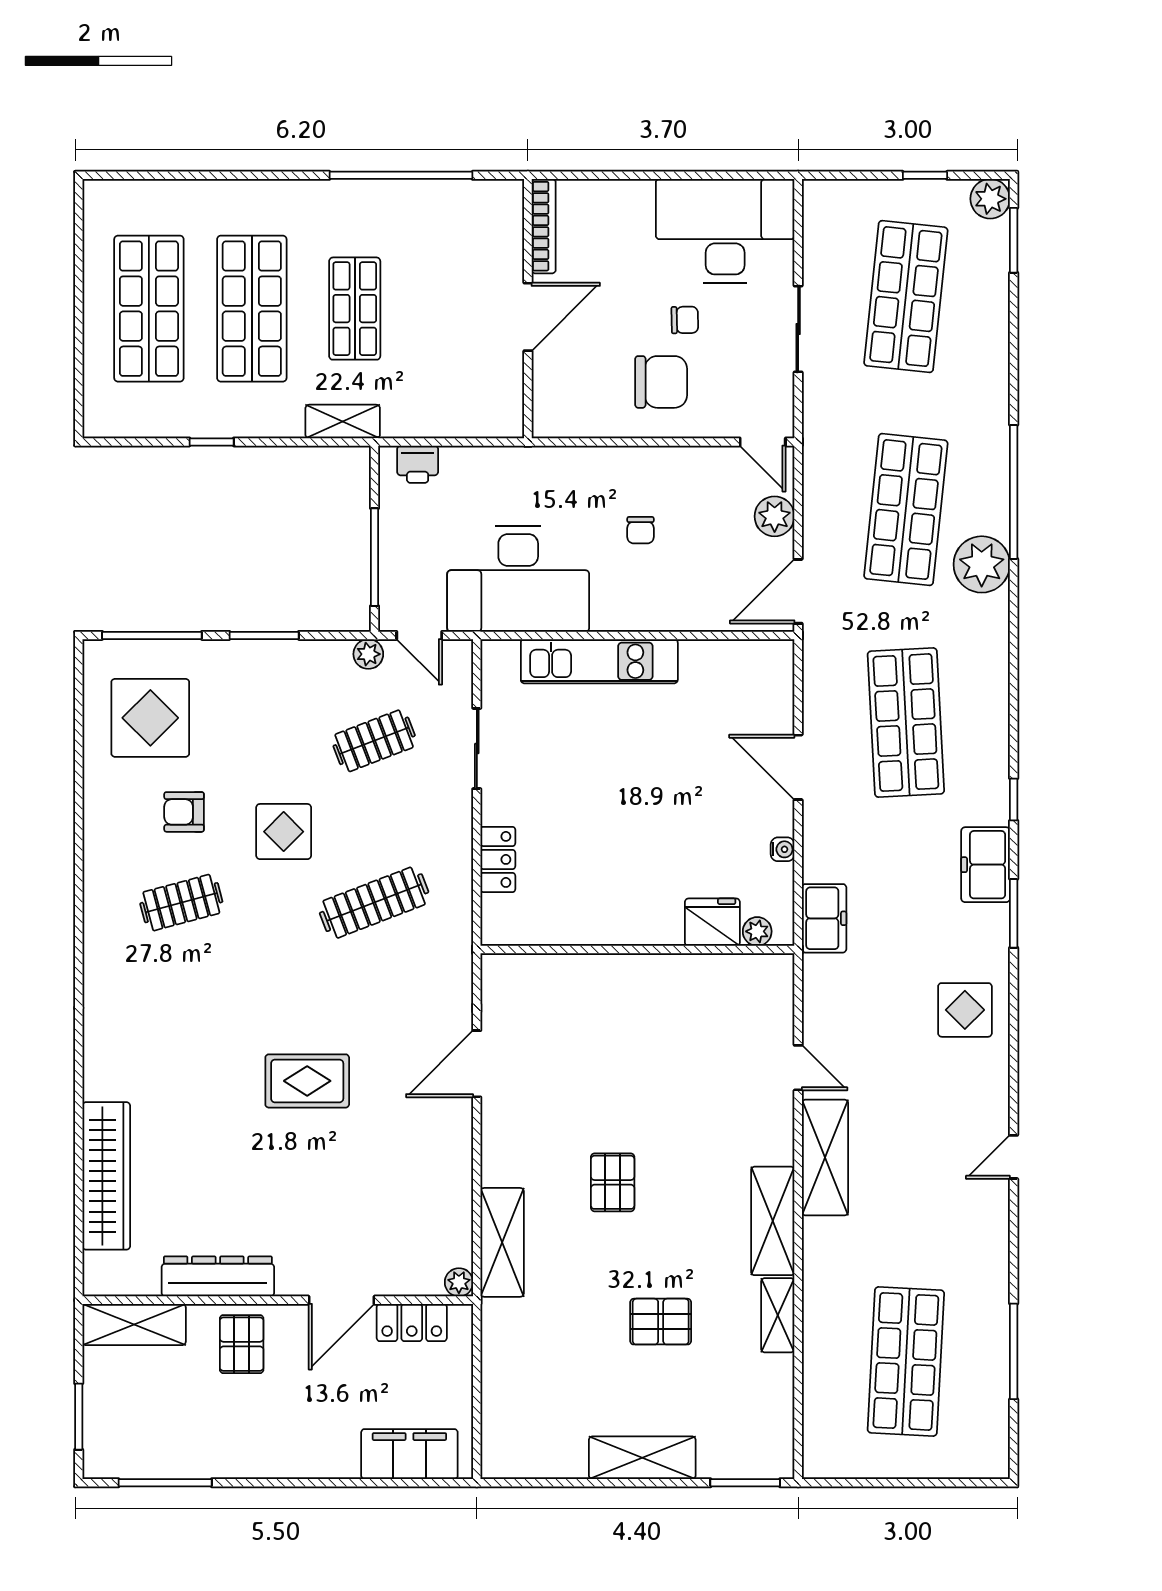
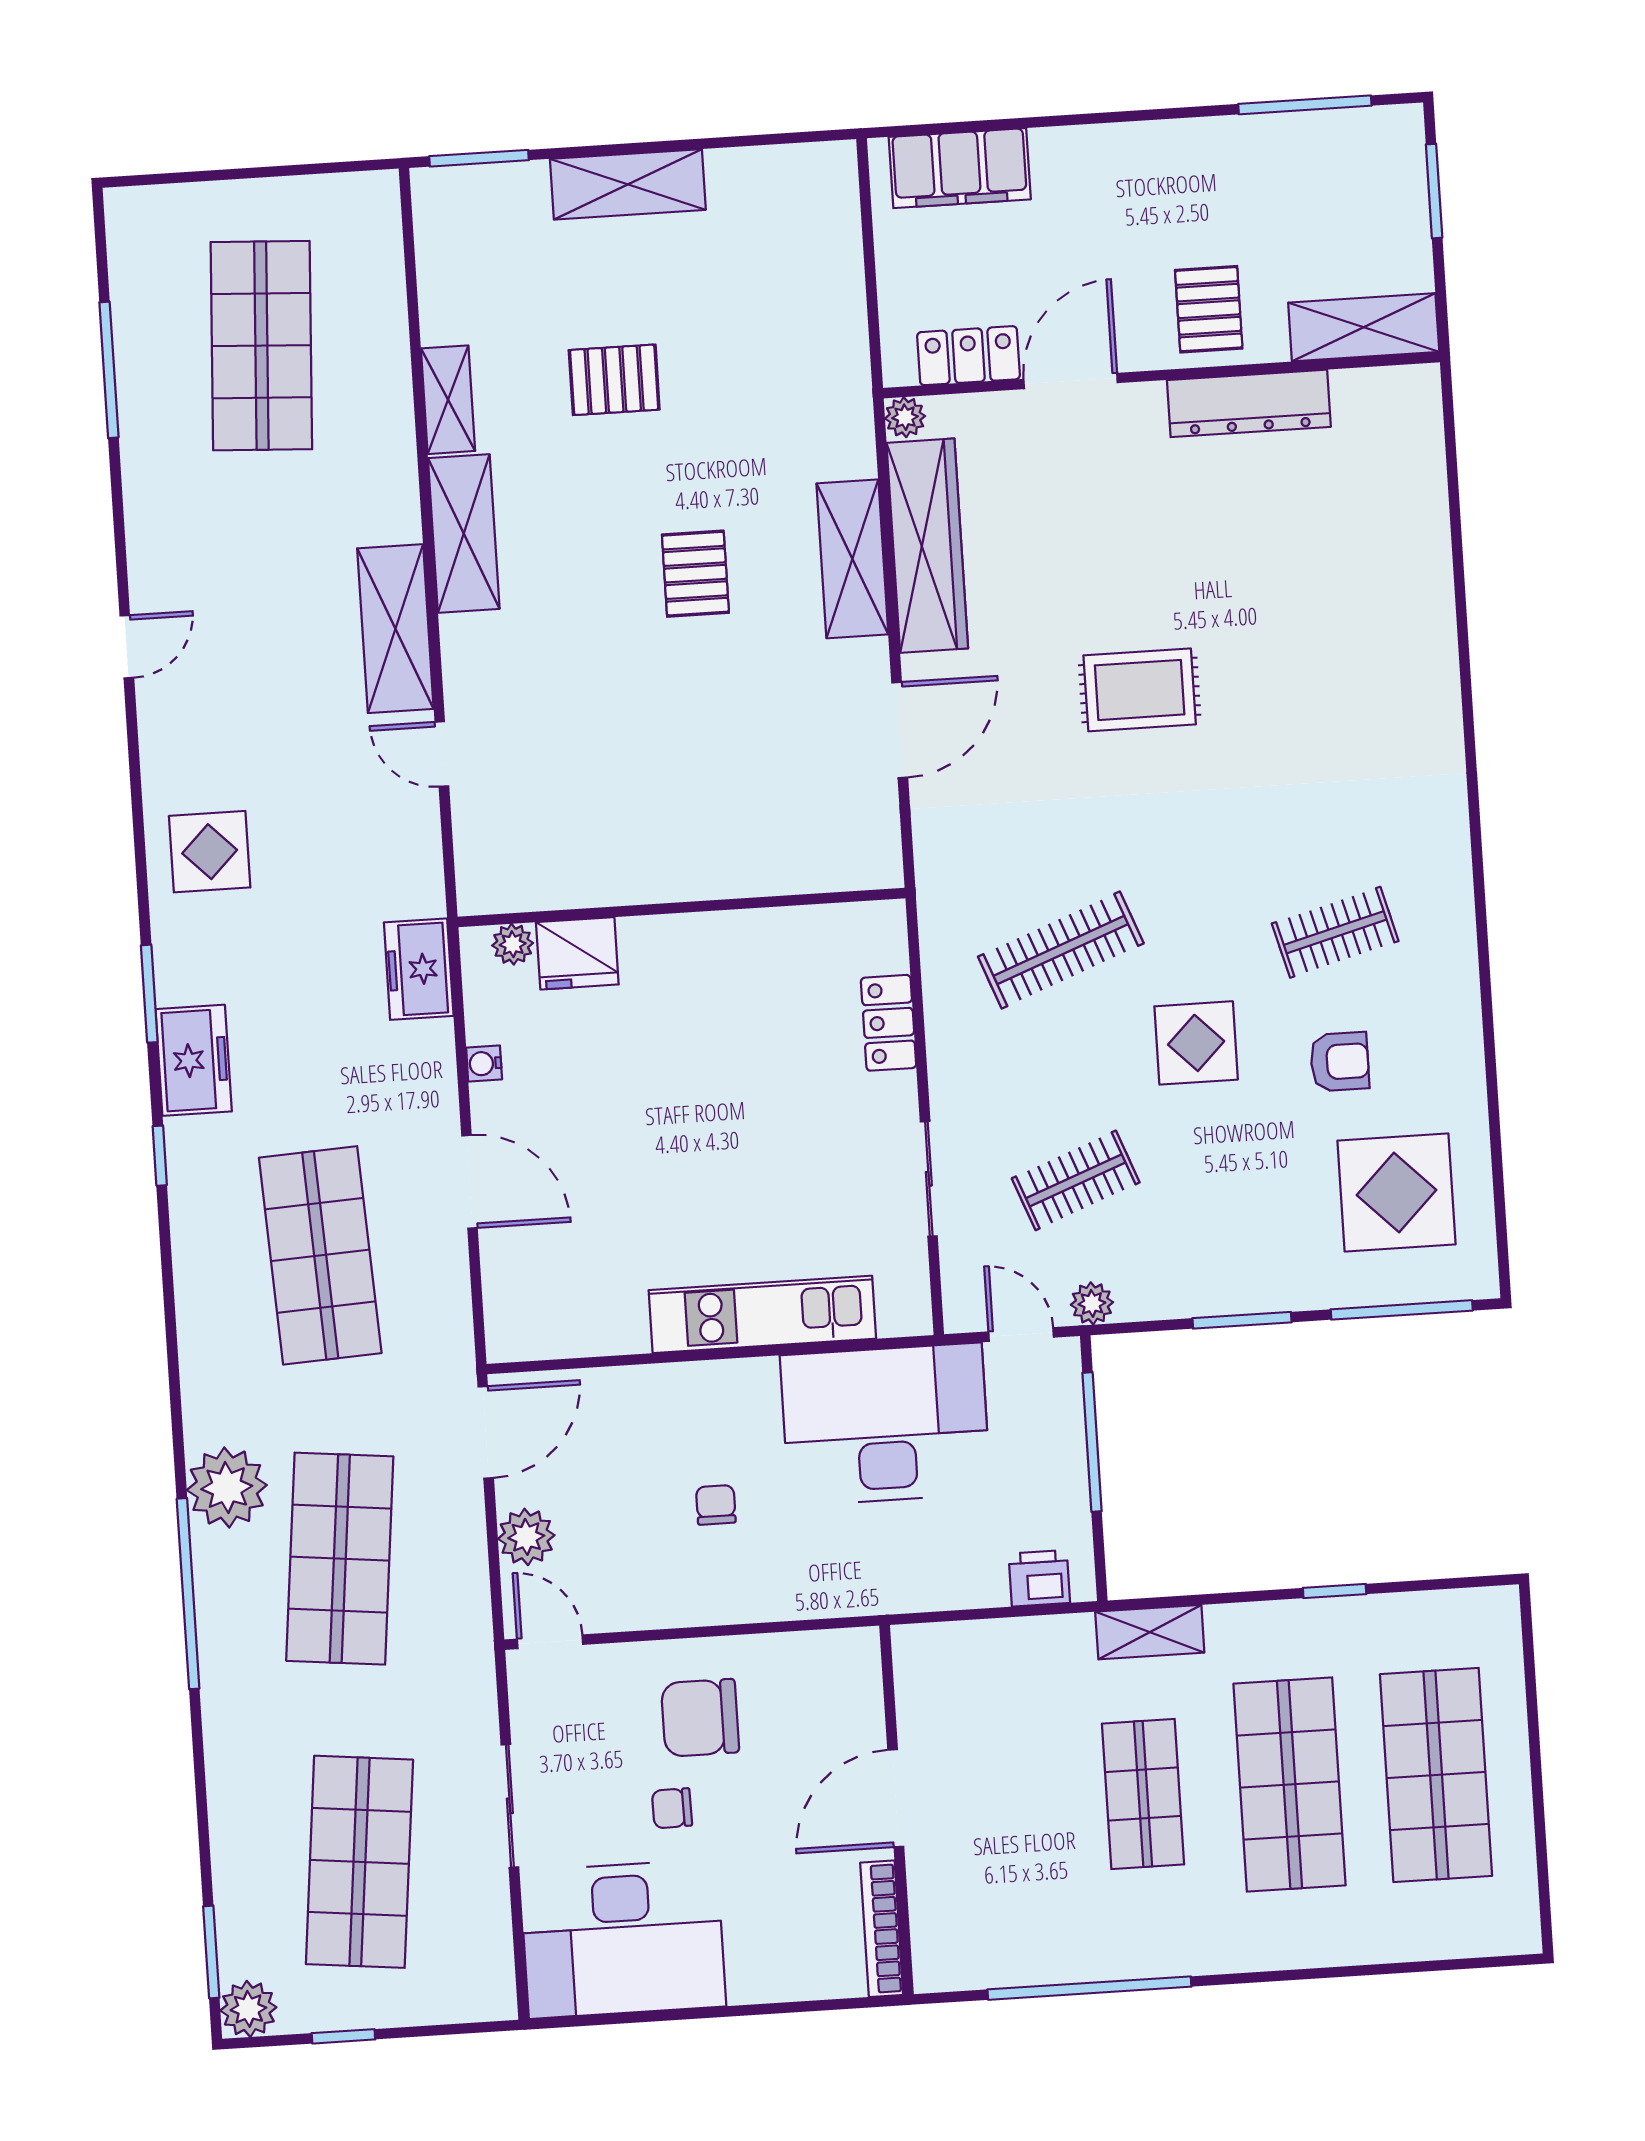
wardrobe: (106, 1176) -> (927, 546), moved, turned 180
shelving: (502, 1242) -> (852, 559), moved

